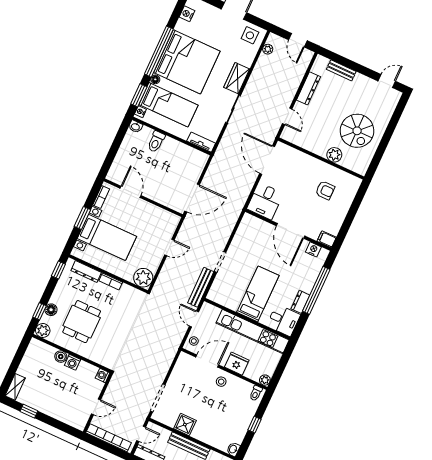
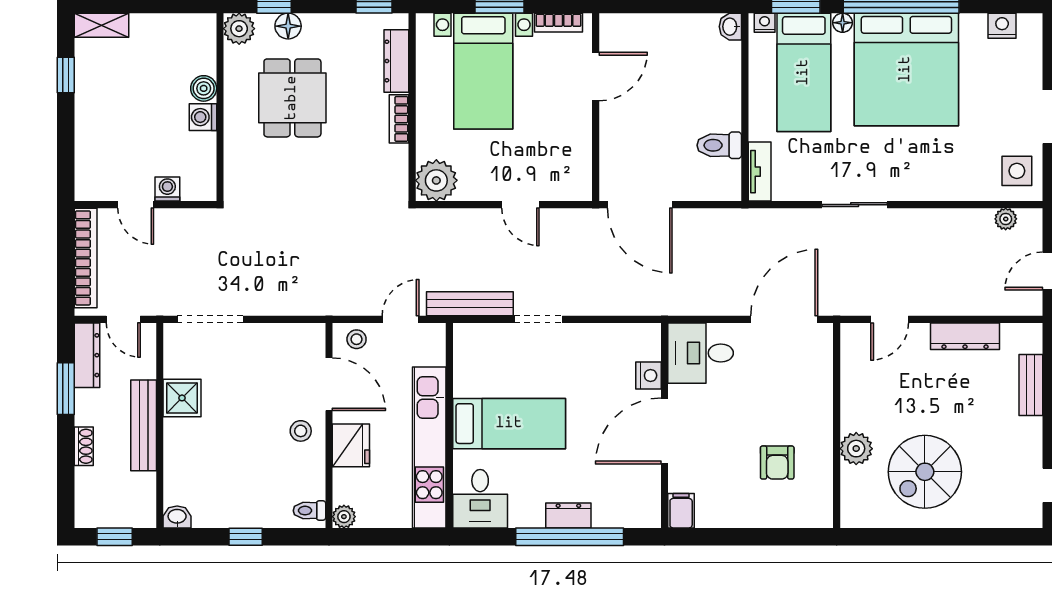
wardrobe: (237, 78) -> (920, 184), removed
toilet: (156, 142) -> (719, 145), moved
nightstand: (313, 249) -> (649, 375), moved
dresser: (300, 302) -> (568, 516), moved
dining table: (82, 322) -> (292, 98), turned 90
washing machine: (103, 375) -> (167, 189), moved

